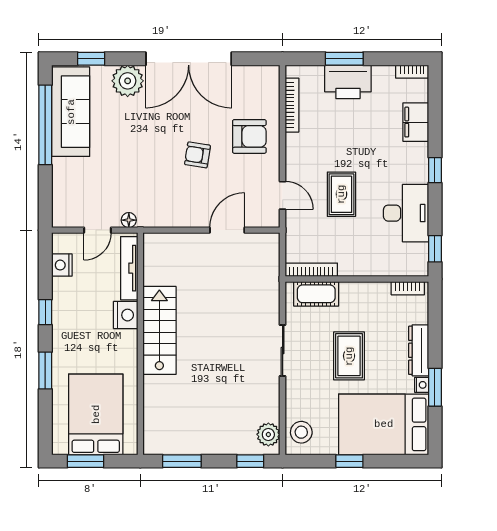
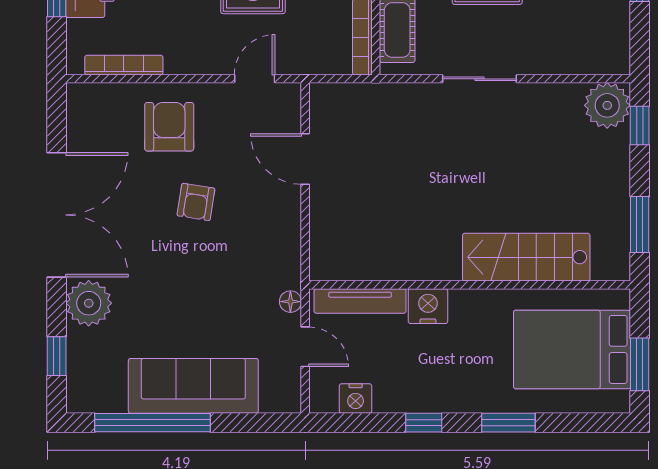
sofa: (71, 112) -> (193, 386), moved
stairs: (159, 330) -> (526, 257), moved
stool: (301, 432) -> (598, 52), removed
plant: (268, 434) -> (607, 105), width x1.36, depth x1.36

